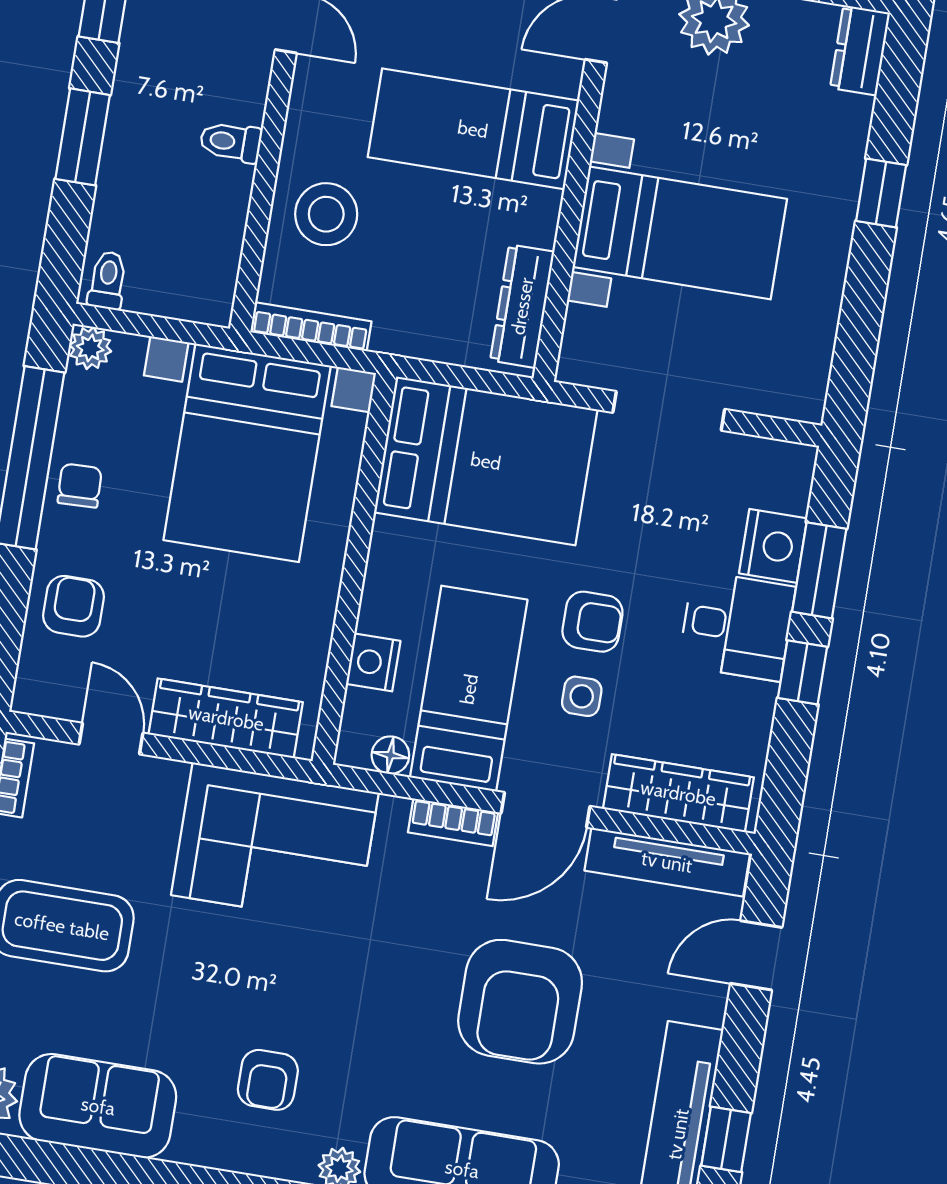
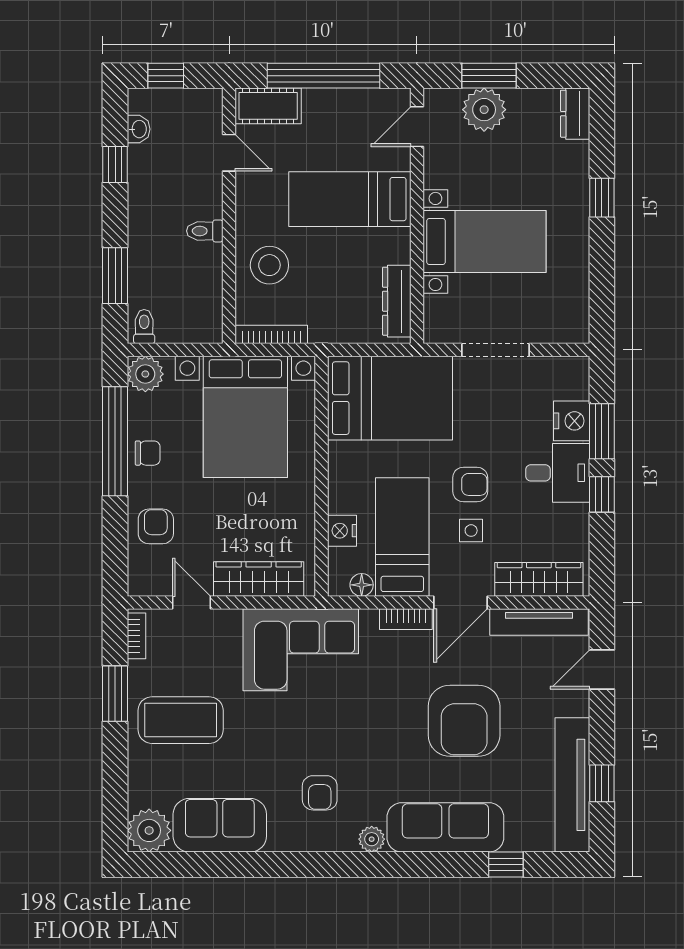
window: (83, 137) -> (115, 276), moved
plant: (90, 348) -> (145, 374), width x1.38, depth x1.38
chair: (80, 486) -> (148, 453), turned 92

